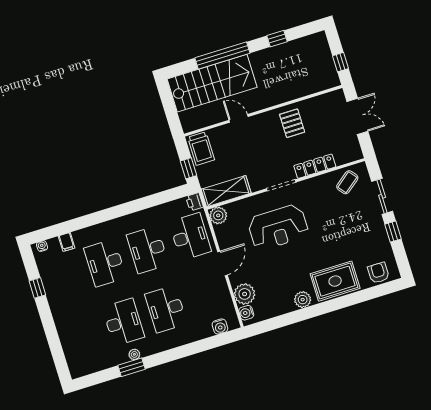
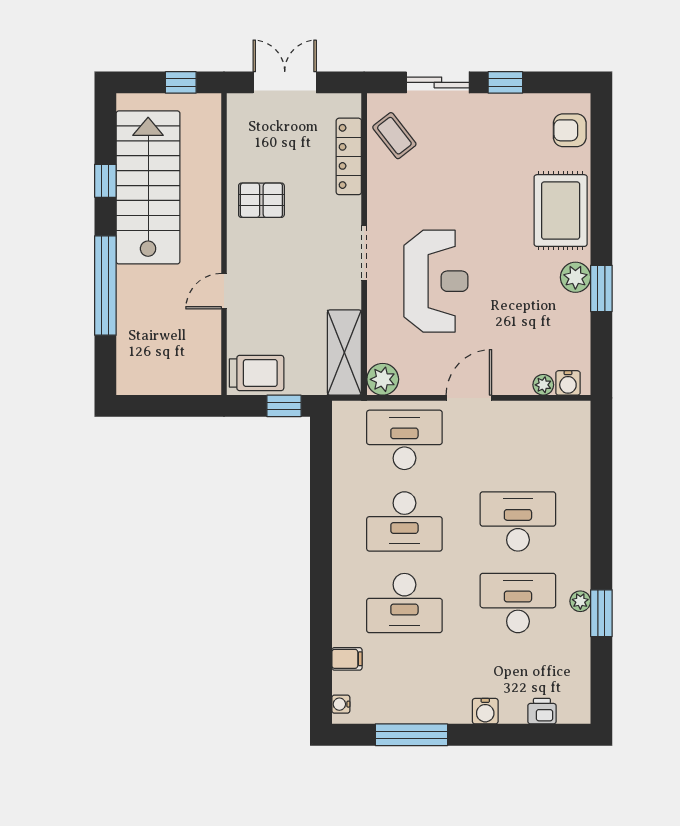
stairs: (212, 83) -> (148, 187), moved
locker: (315, 166) -> (349, 156), moved
printer: (195, 202) -> (542, 711), moved, turned 180
door: (223, 263) -> (469, 398), hinge flipped
window: (37, 288) -> (411, 735), width x2.17
plant: (245, 294) -> (543, 385), width x0.53, depth x0.53
desk: (166, 309) -> (518, 521), turned 180
window: (301, 315) -> (601, 288), added
water cooler: (220, 326) -> (485, 711), moved, turned 90

